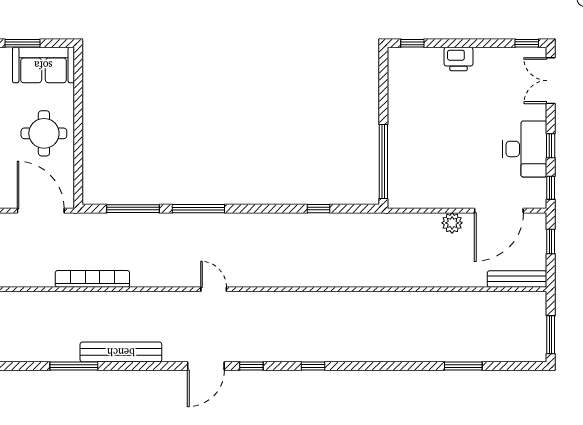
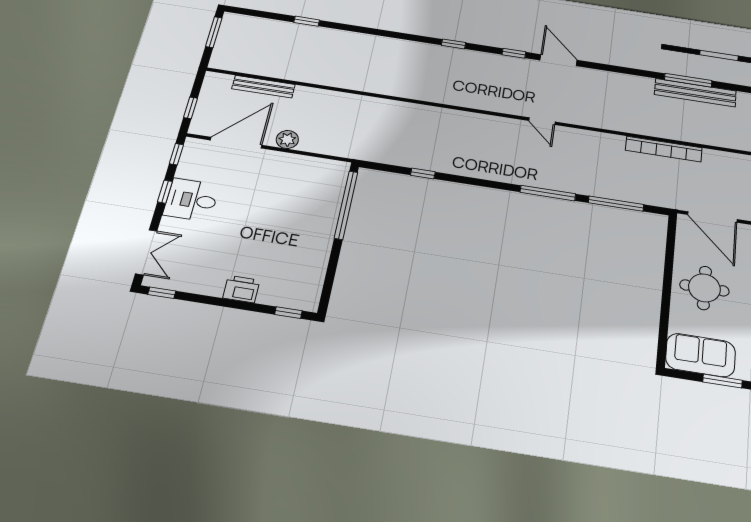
desk: (525, 149) -> (191, 200), width x0.73
bench: (517, 279) -> (264, 87), moved
bench: (121, 352) -> (695, 93), moved
door: (206, 366) -> (559, 60), hinge flipped
window: (463, 366) -> (307, 21), width x0.67

